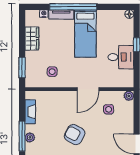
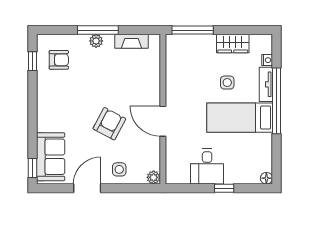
window: (22, 68) -> (193, 30), width x1.44
side table: (52, 72) -> (227, 83), moved
side table: (109, 109) -> (119, 169), moved
armchair: (75, 135) -> (109, 124), moved

